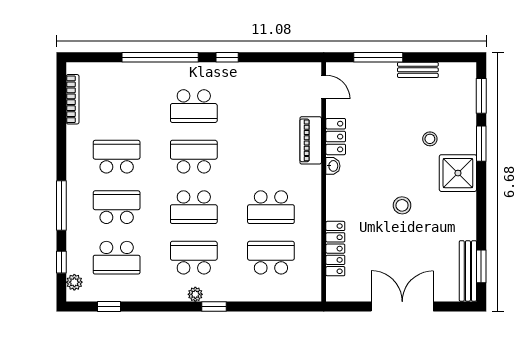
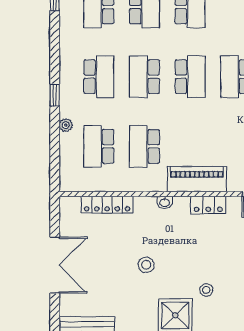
piano: (311, 140) -> (197, 179), width x1.37, depth x1.33
washbasin: (333, 166) -> (165, 202), moved
school desk: (271, 258) -> (99, 146), turned 180
plant: (195, 294) -> (66, 125), moved

